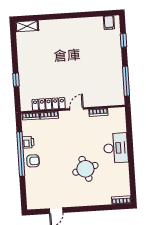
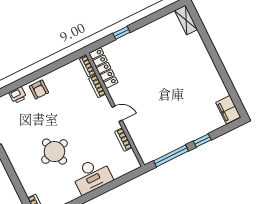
filing cabinet: (109, 23) -> (228, 110), width x2.00
window: (123, 40) -> (202, 140), moved
locker: (49, 104) -> (103, 68), moved
printer: (28, 142) -> (18, 95), moved
window: (21, 154) -> (41, 73), removed

